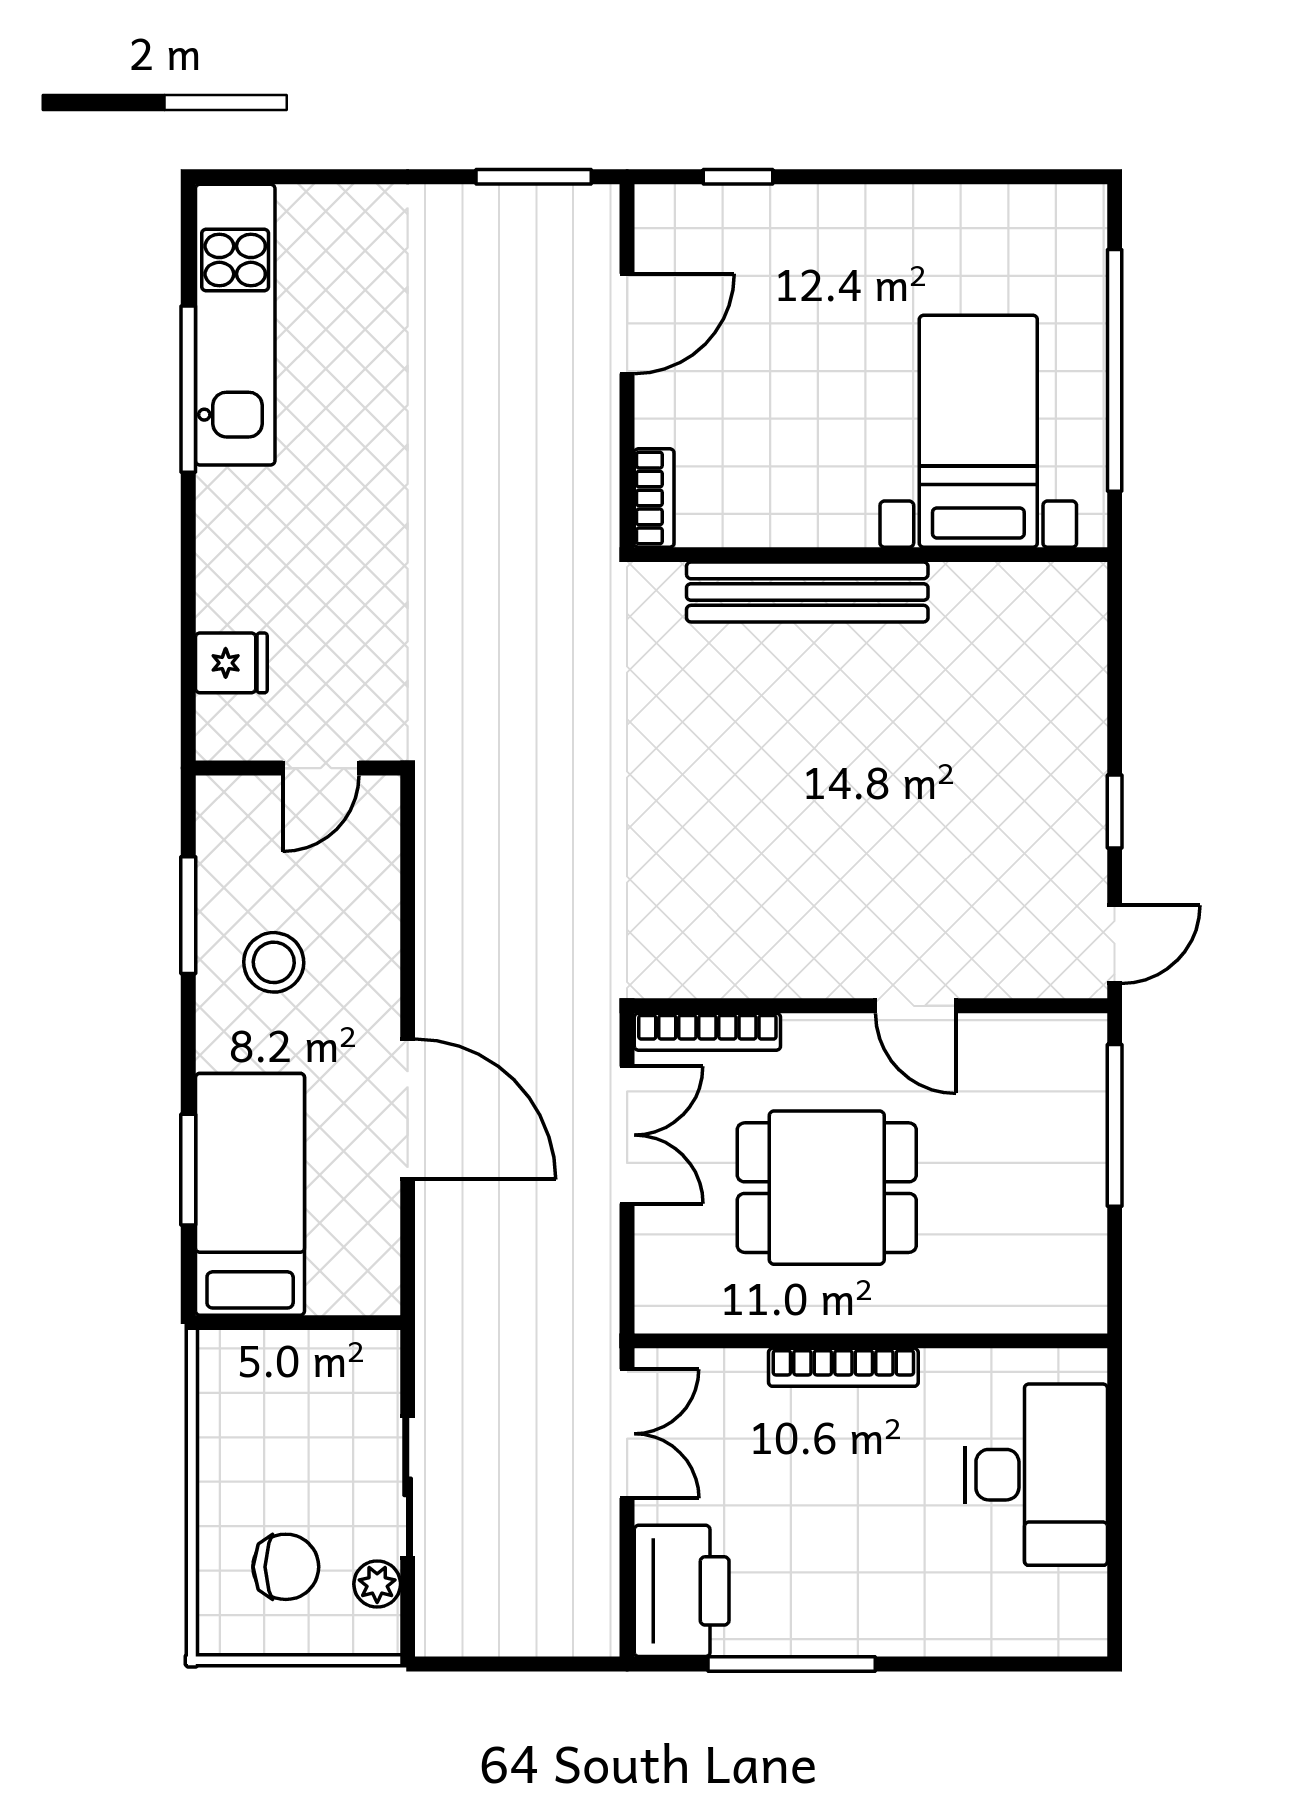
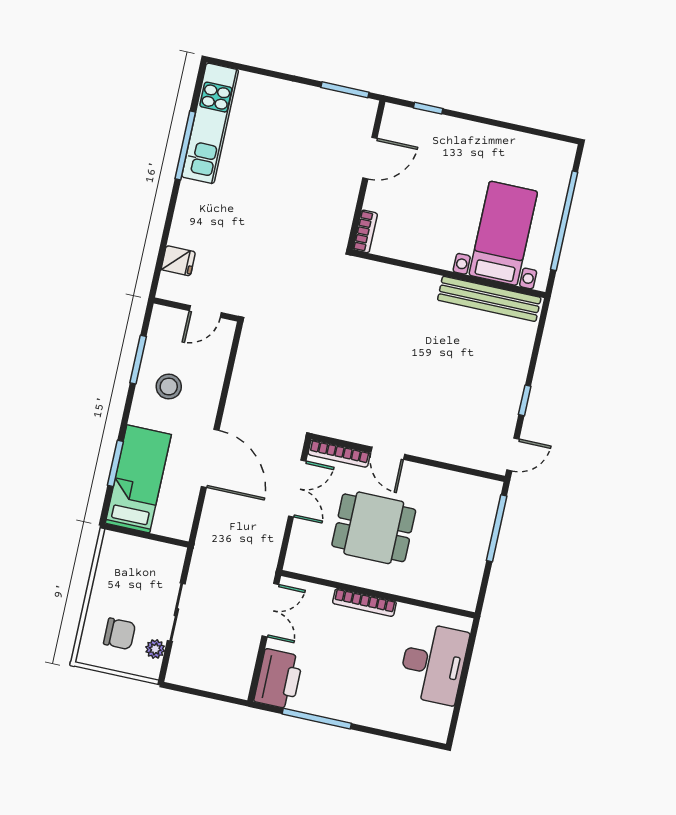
bench: (807, 592) -> (489, 299), moved
door: (916, 1006) -> (388, 453), moved

